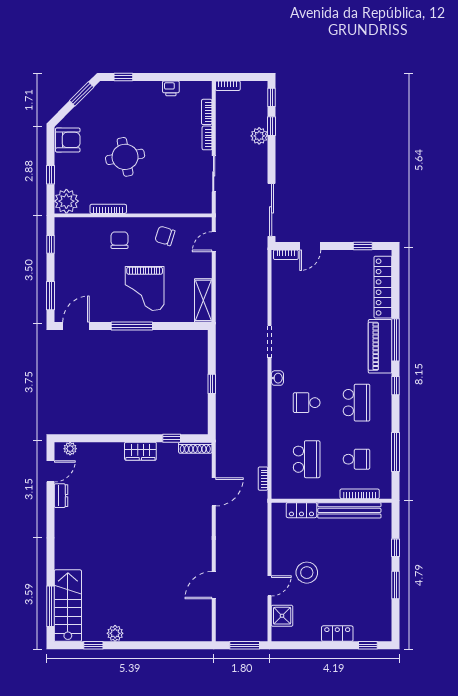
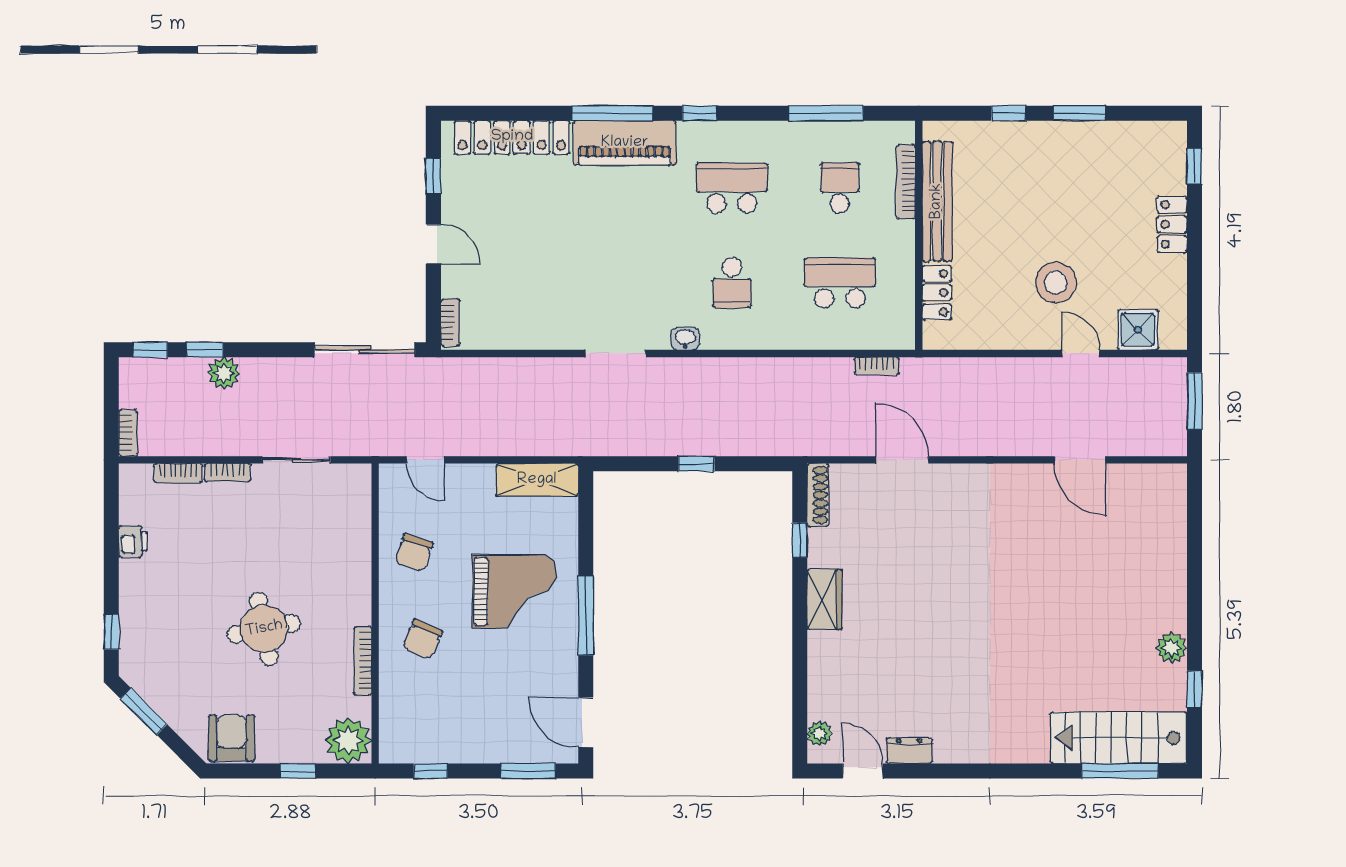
chair: (119, 240) -> (422, 639), turned -66
door: (310, 246) -> (433, 244), moved

